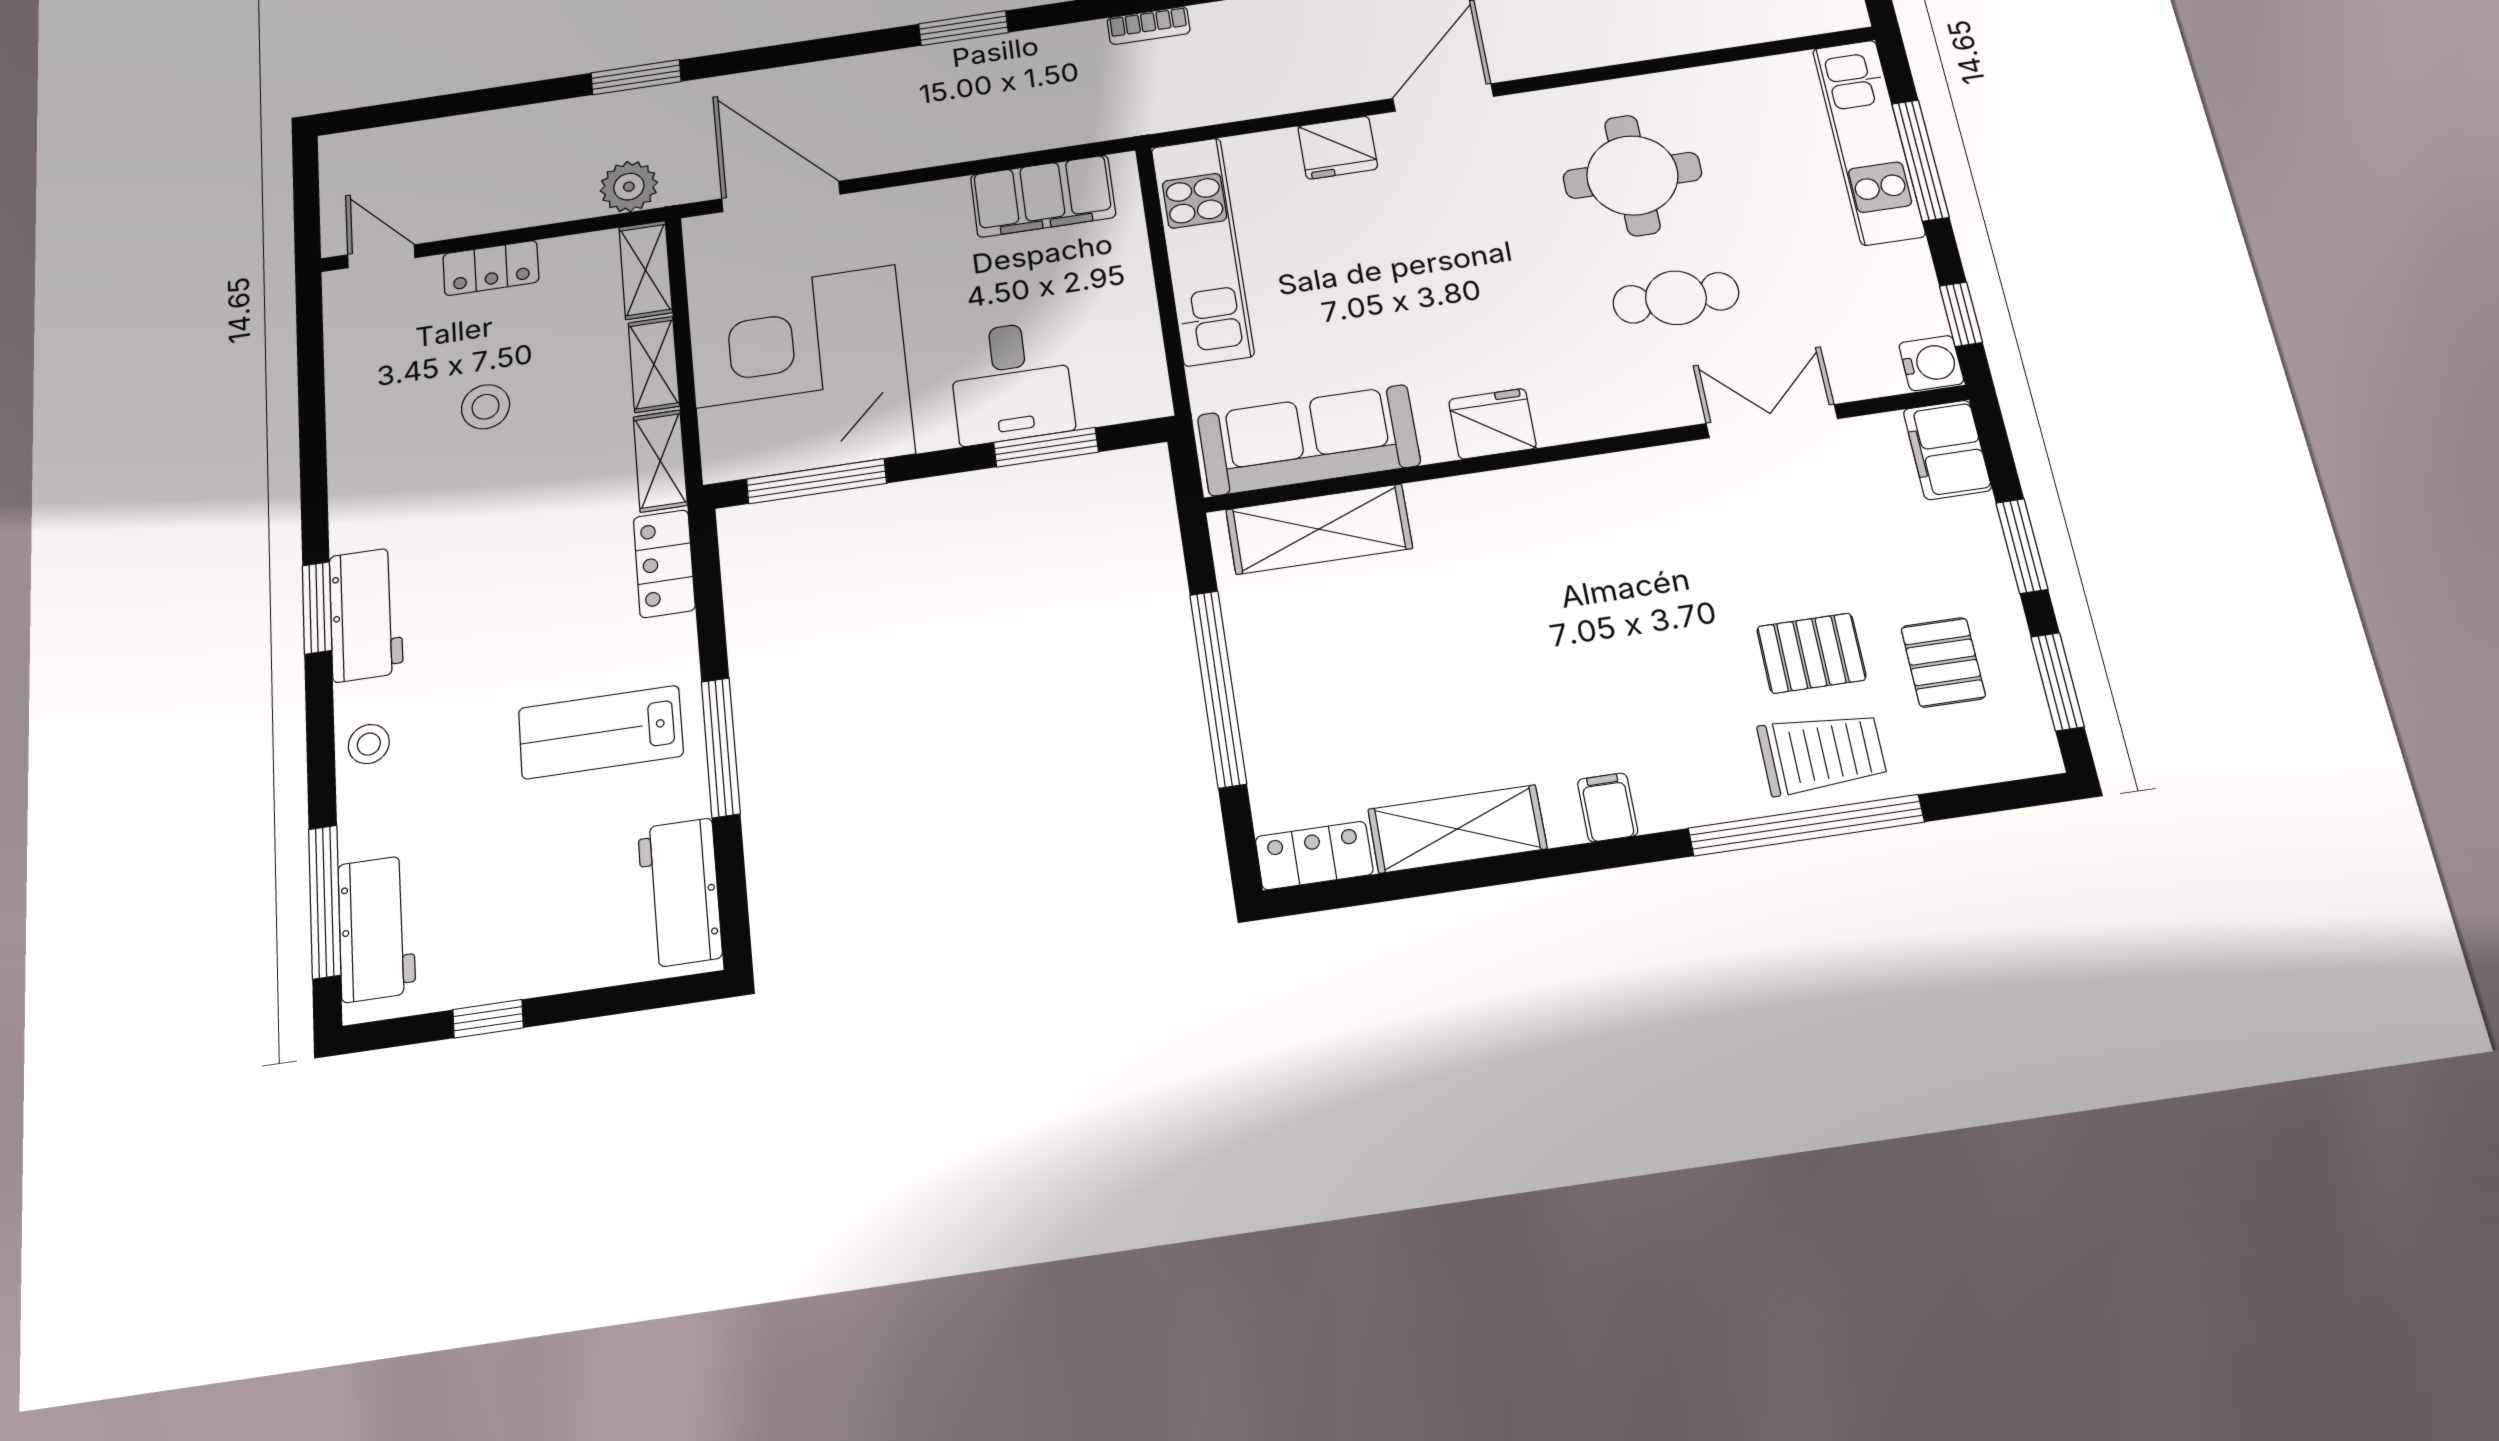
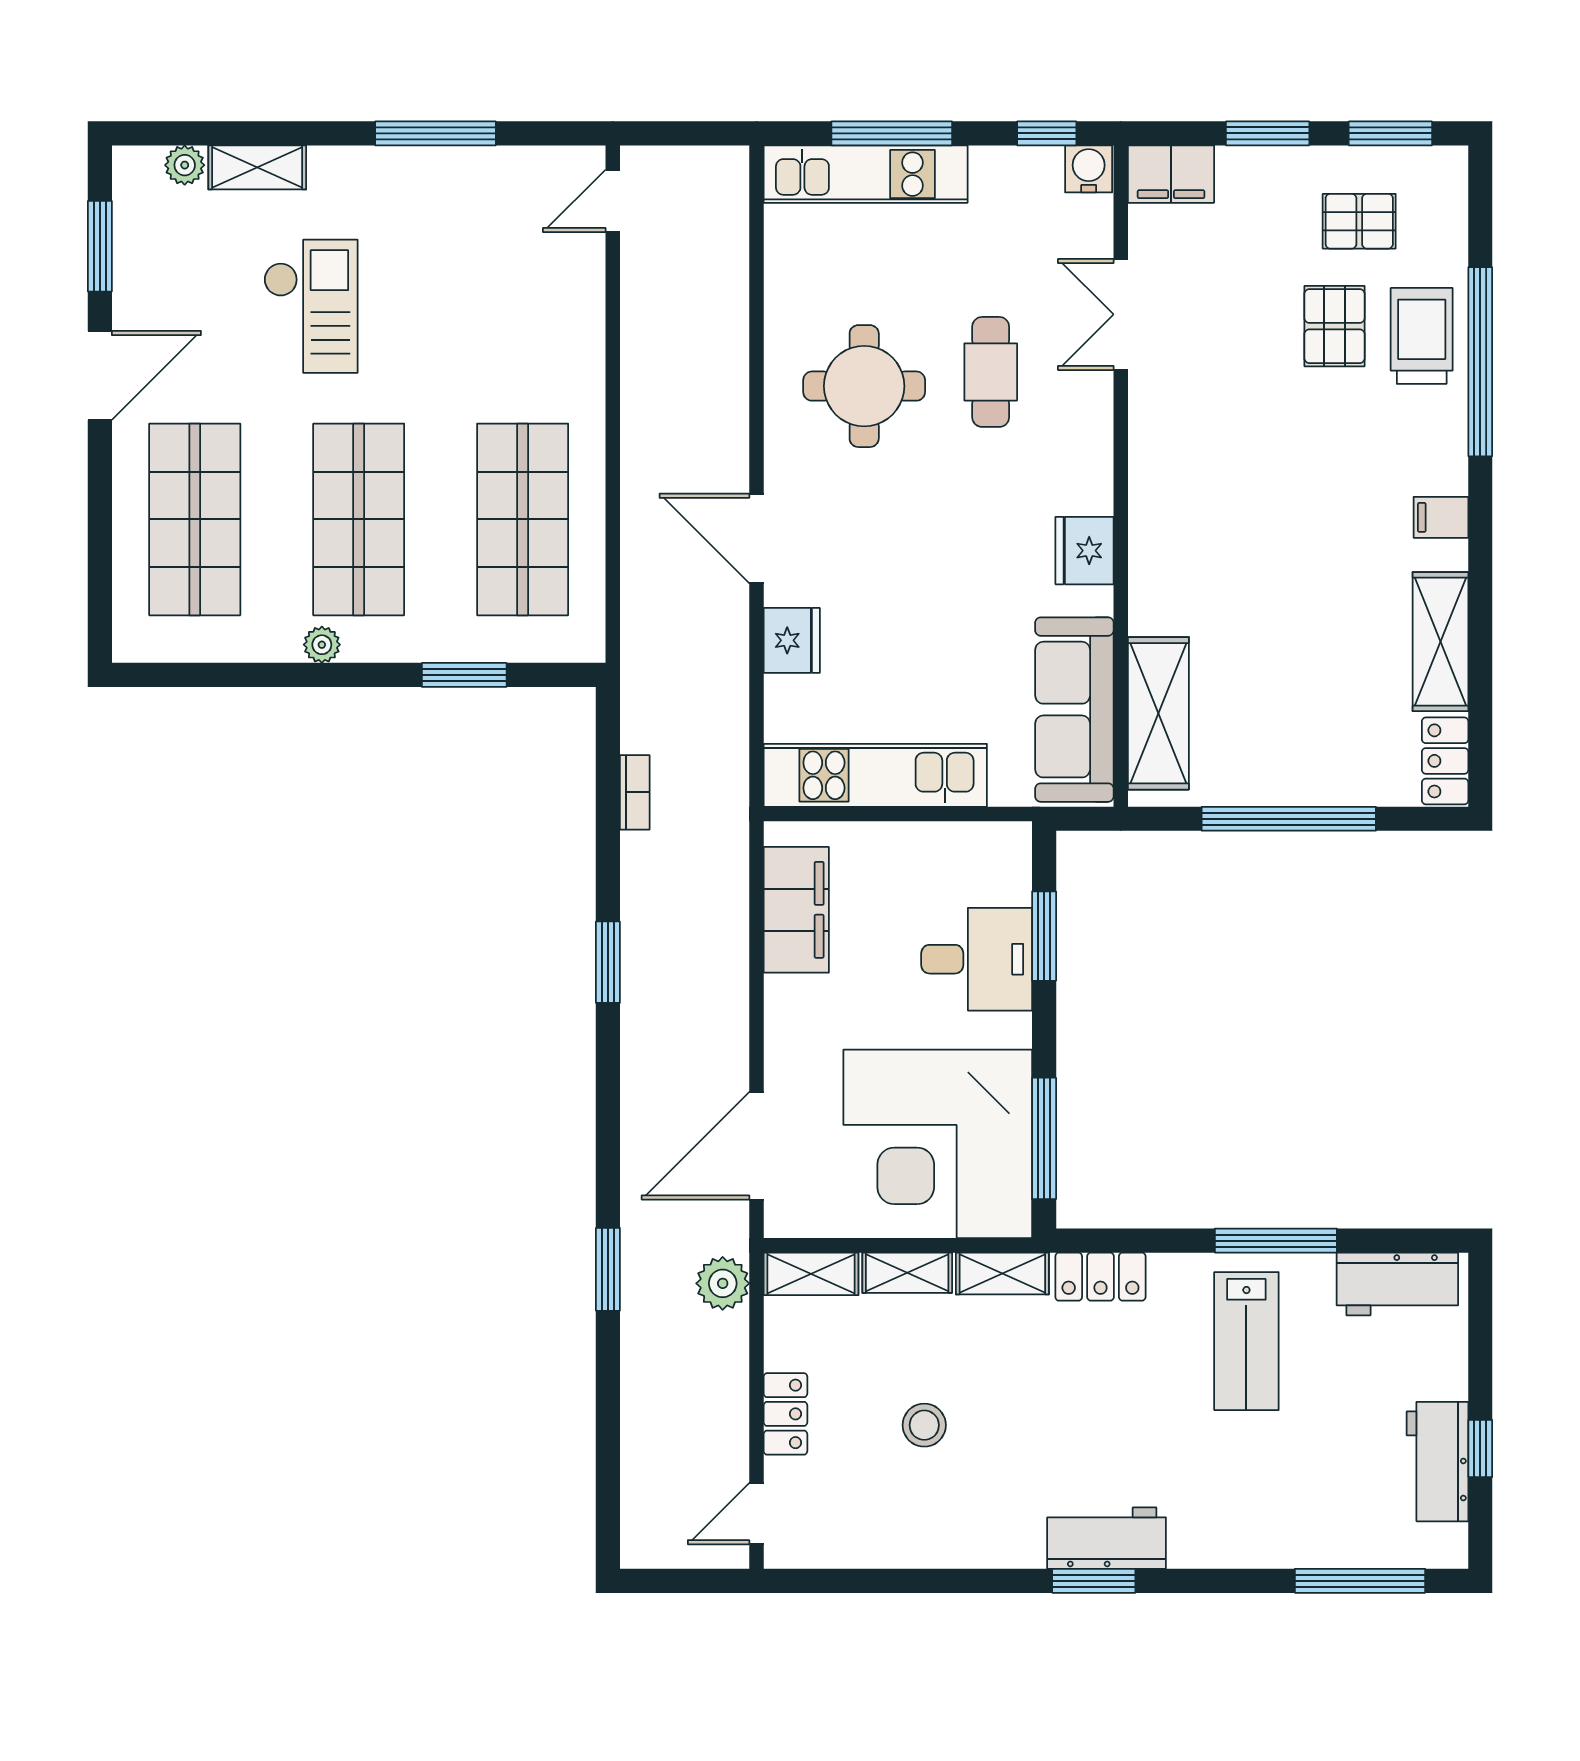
stool: (369, 744) -> (1226, 1539), removed
workbench: (377, 928) -> (1437, 1462), moved, turned -90

